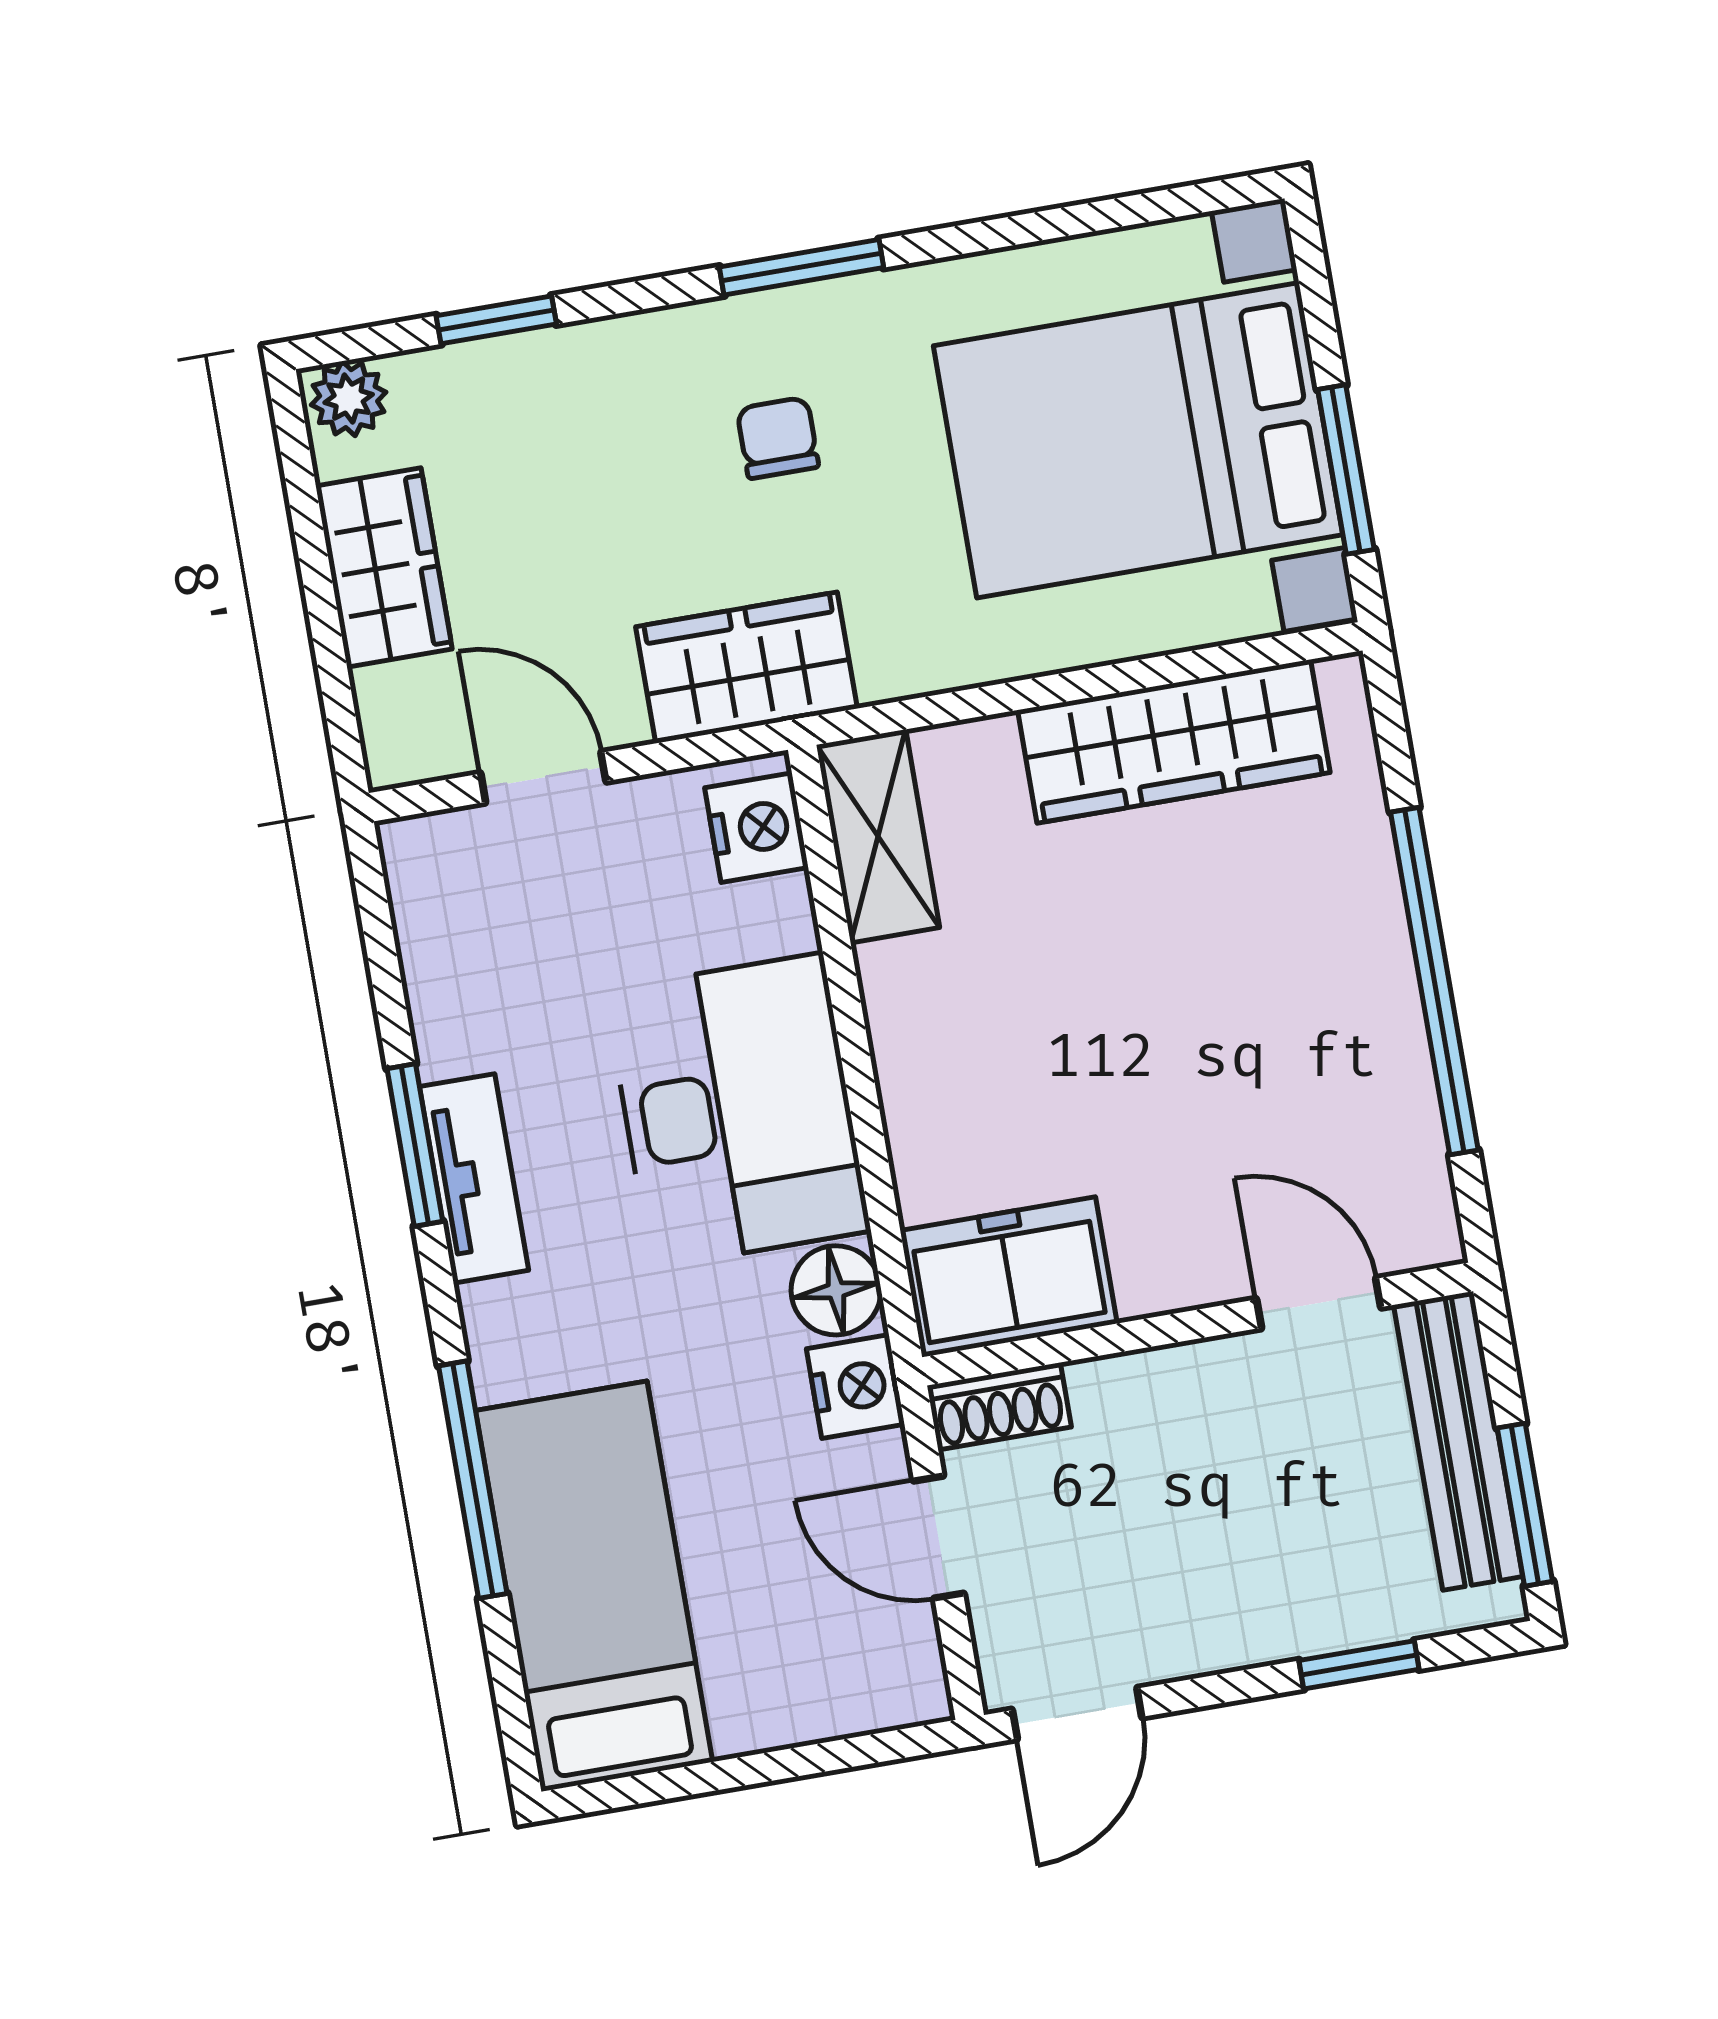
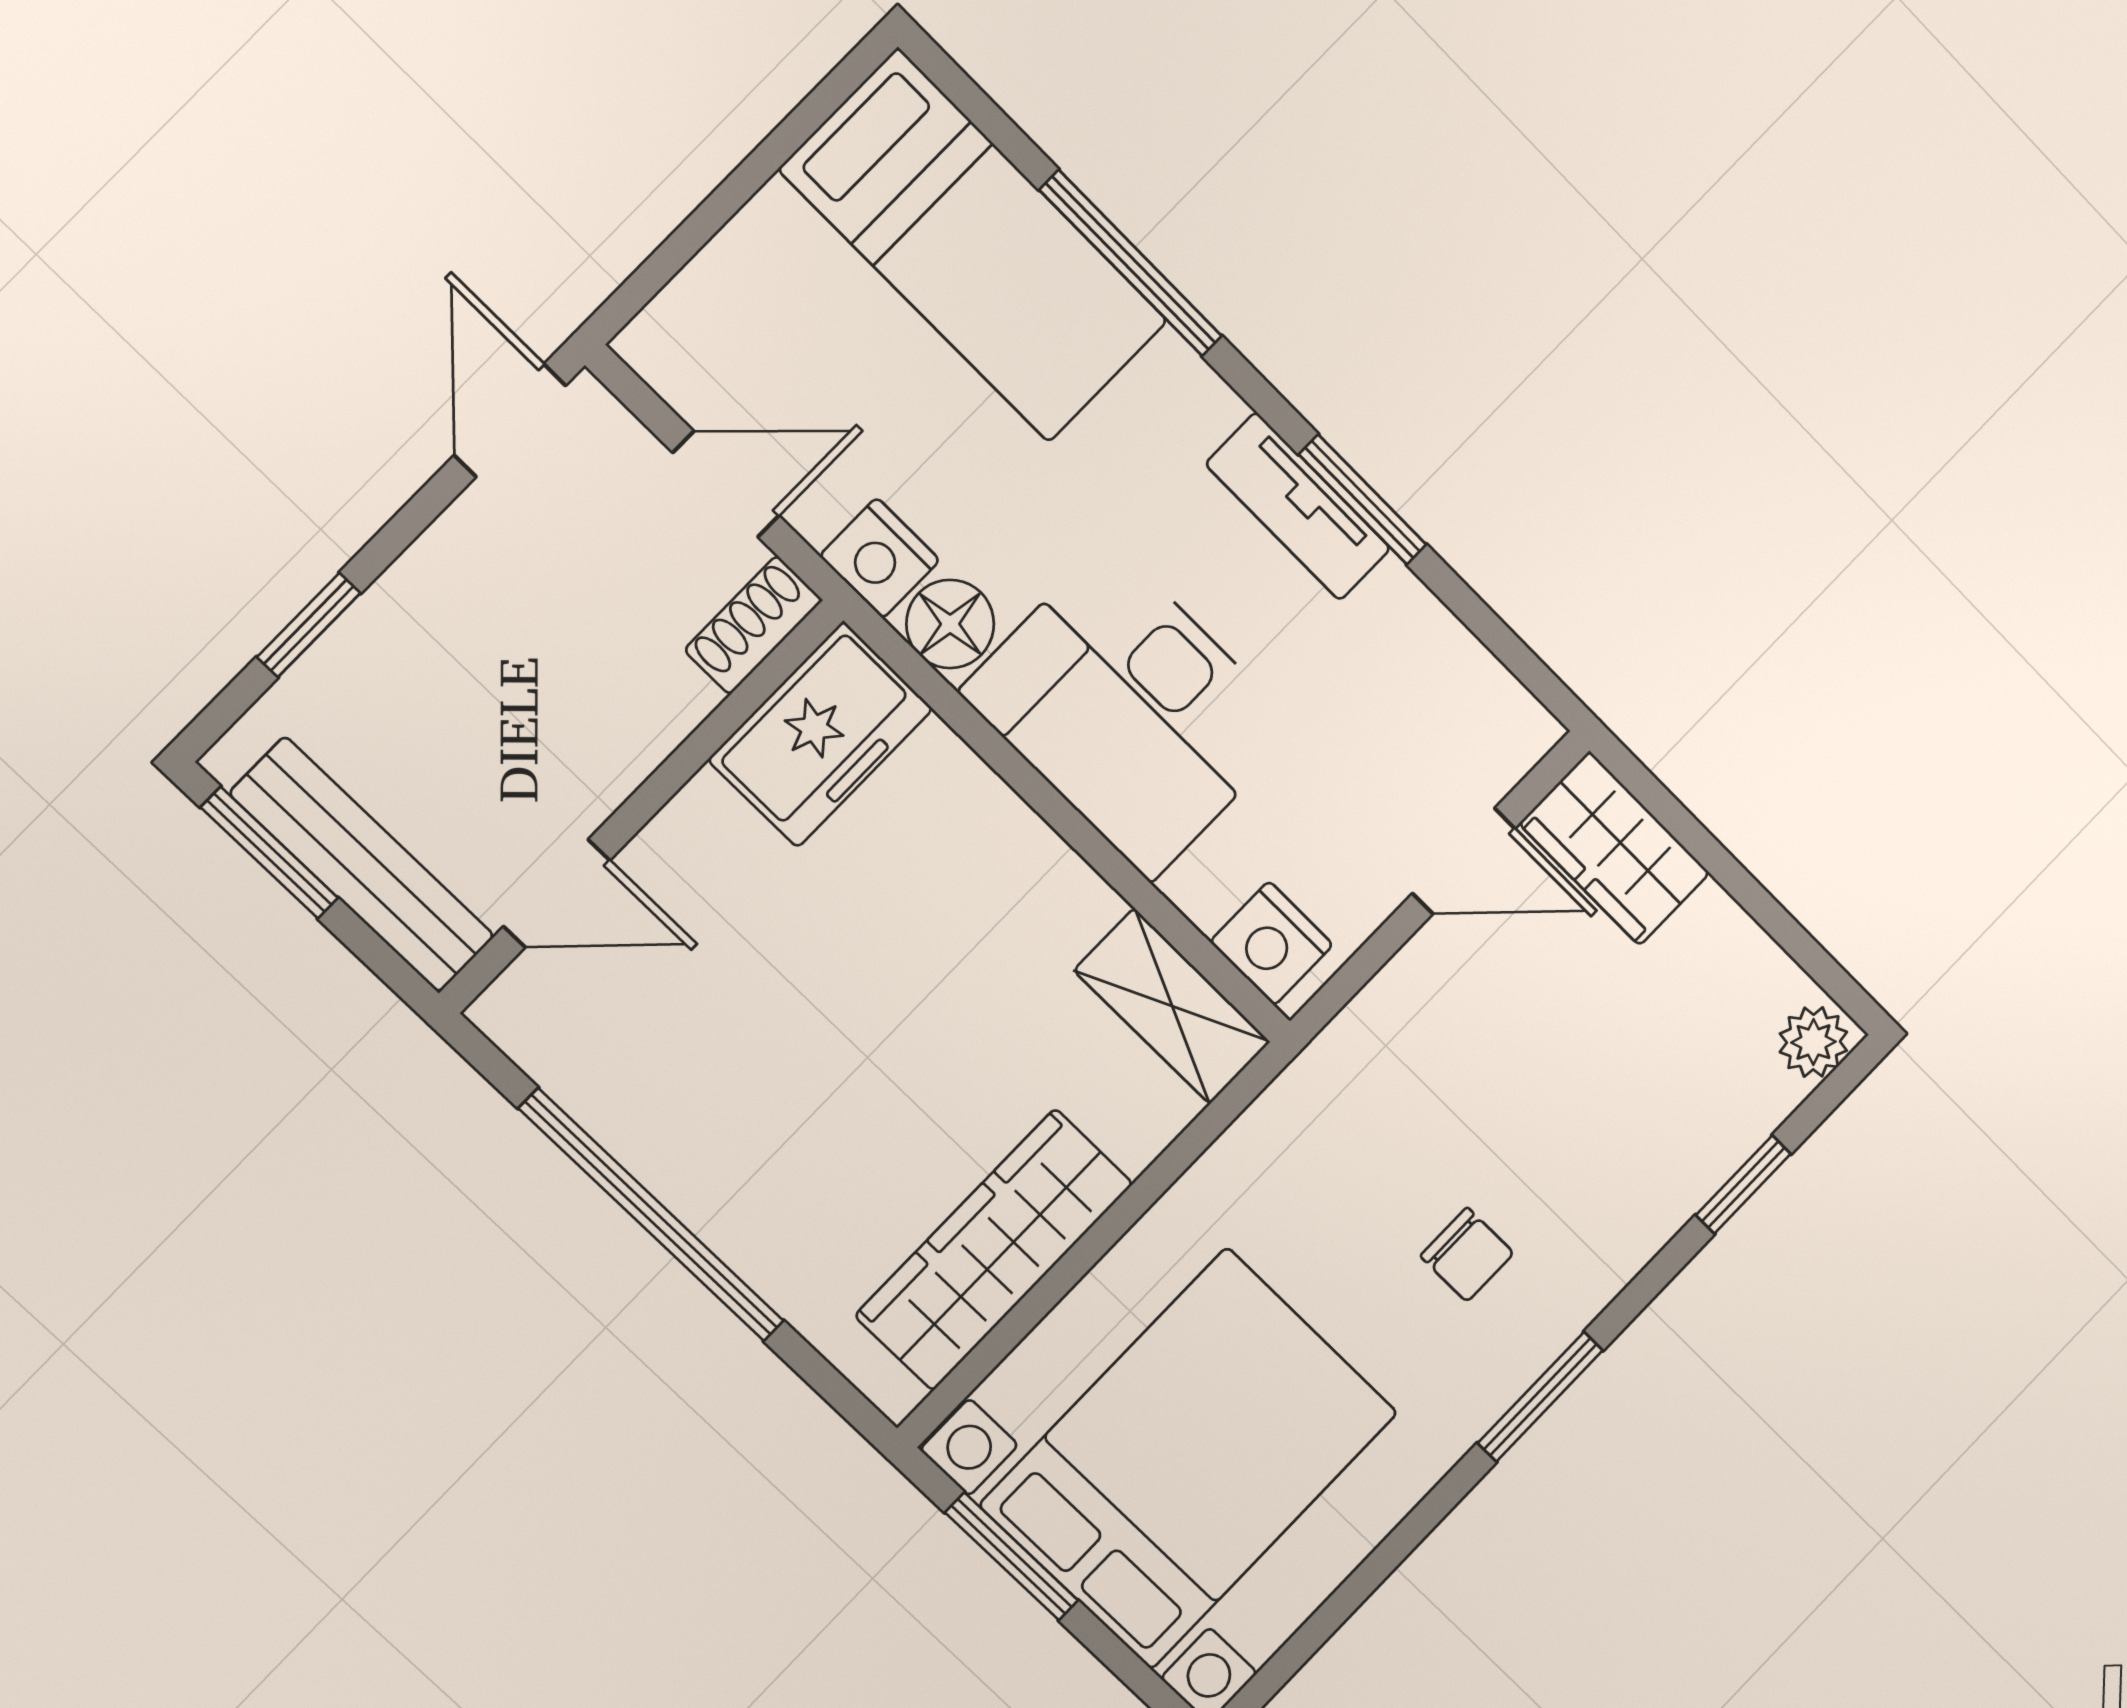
wardrobe: (384, 568) -> (1615, 848), moved
wardrobe: (747, 668) -> (1367, 1061), removed

